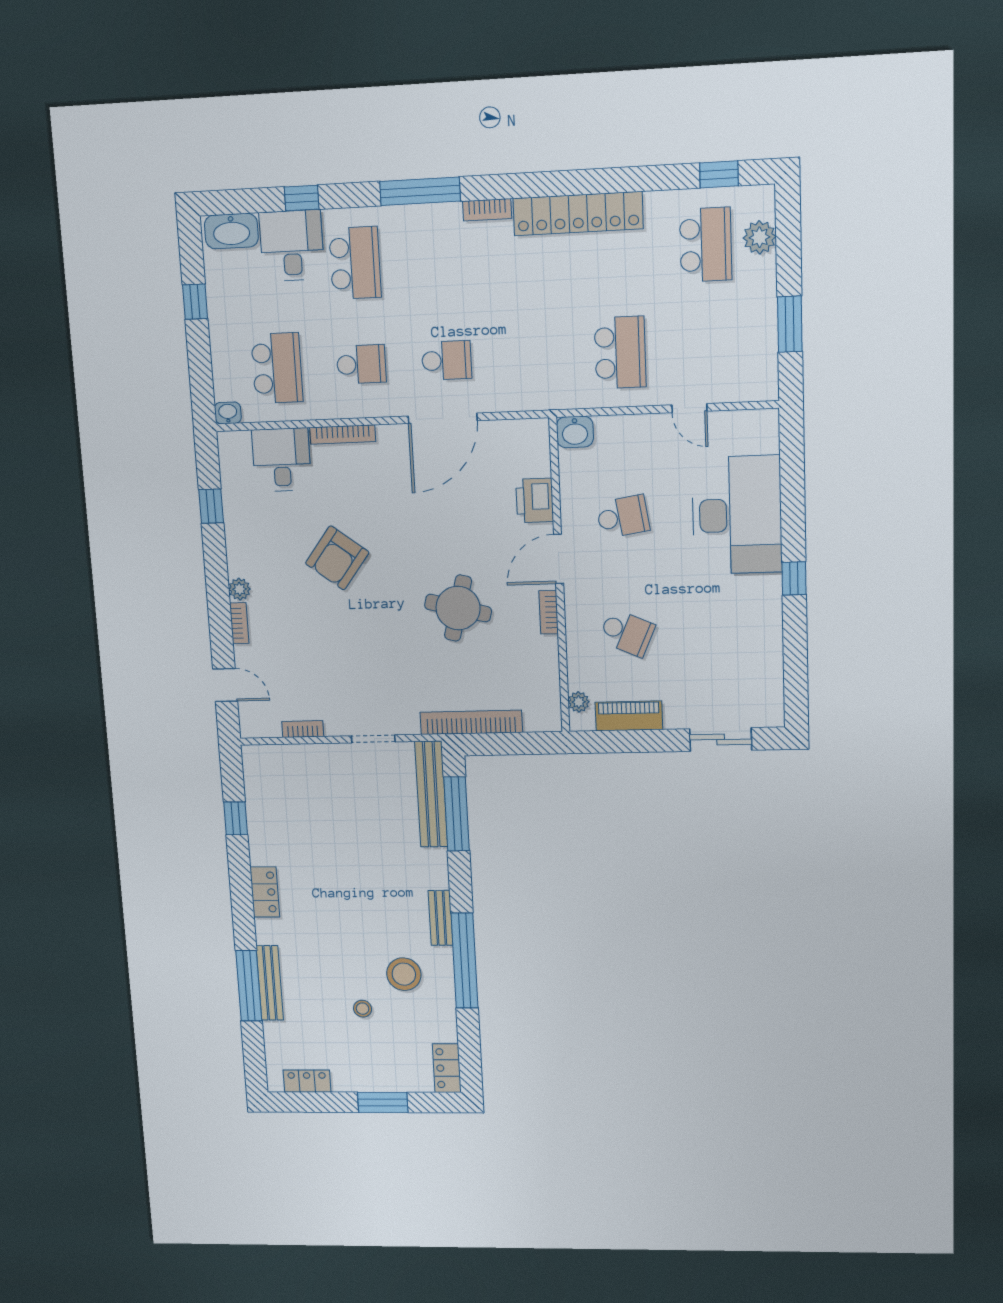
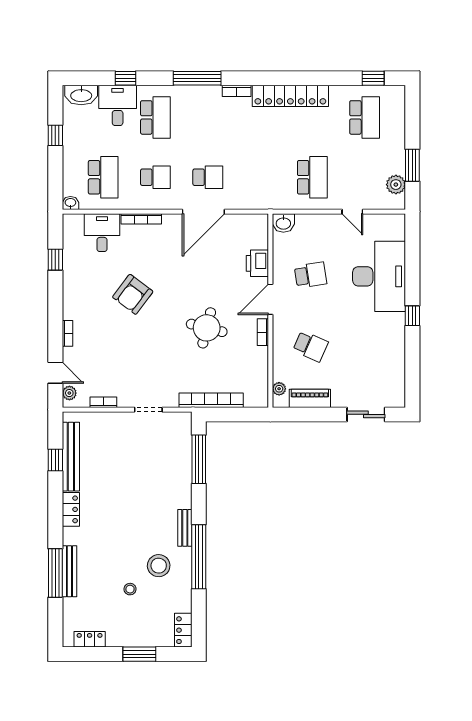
plant: (759, 237) -> (396, 185), moved
plant: (239, 589) -> (69, 393), moved
bench: (431, 794) -> (71, 457), moved

